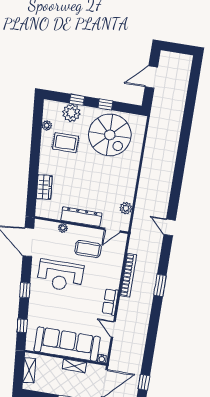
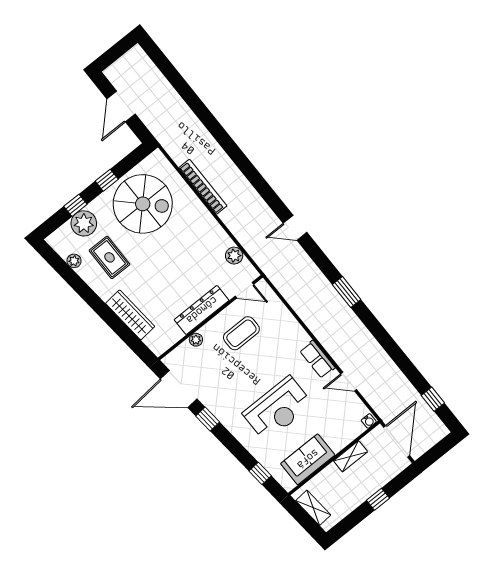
rug: (66, 143) -> (110, 257), turned 90
wardrobe: (44, 187) -> (130, 315), width x1.50
door: (112, 230) -> (244, 290), hinge flipped
bookcase: (128, 275) -> (203, 187), moved
reception desk: (60, 276) -> (278, 409), moved
window: (25, 290) -> (208, 419), moved
sofa: (67, 344) -> (308, 459), width x0.54, depth x0.79

